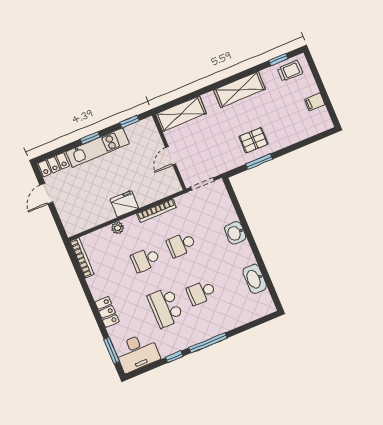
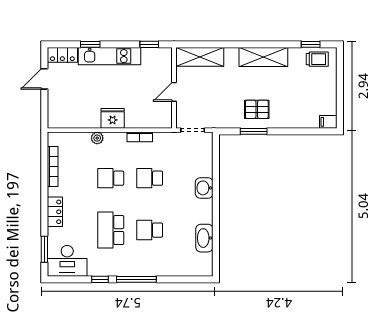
filing cabinet: (315, 102) -> (328, 122), moved
window: (90, 138) -> (90, 44), moved
bookcase: (156, 210) -> (140, 137), width x0.64
bookcase: (82, 258) -> (53, 167), moved

